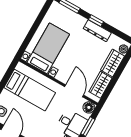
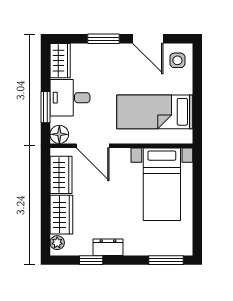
window: (96, 21) -> (91, 260), moved
dresser: (97, 31) -> (108, 247), width x0.70

